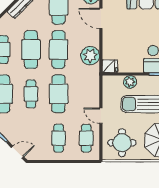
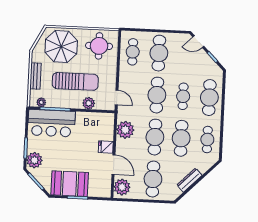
fridge: (110, 66) -> (106, 147), moved
door: (101, 116) -> (117, 98), moved
cafe table: (59, 138) -> (159, 53), width x1.37, depth x1.35

